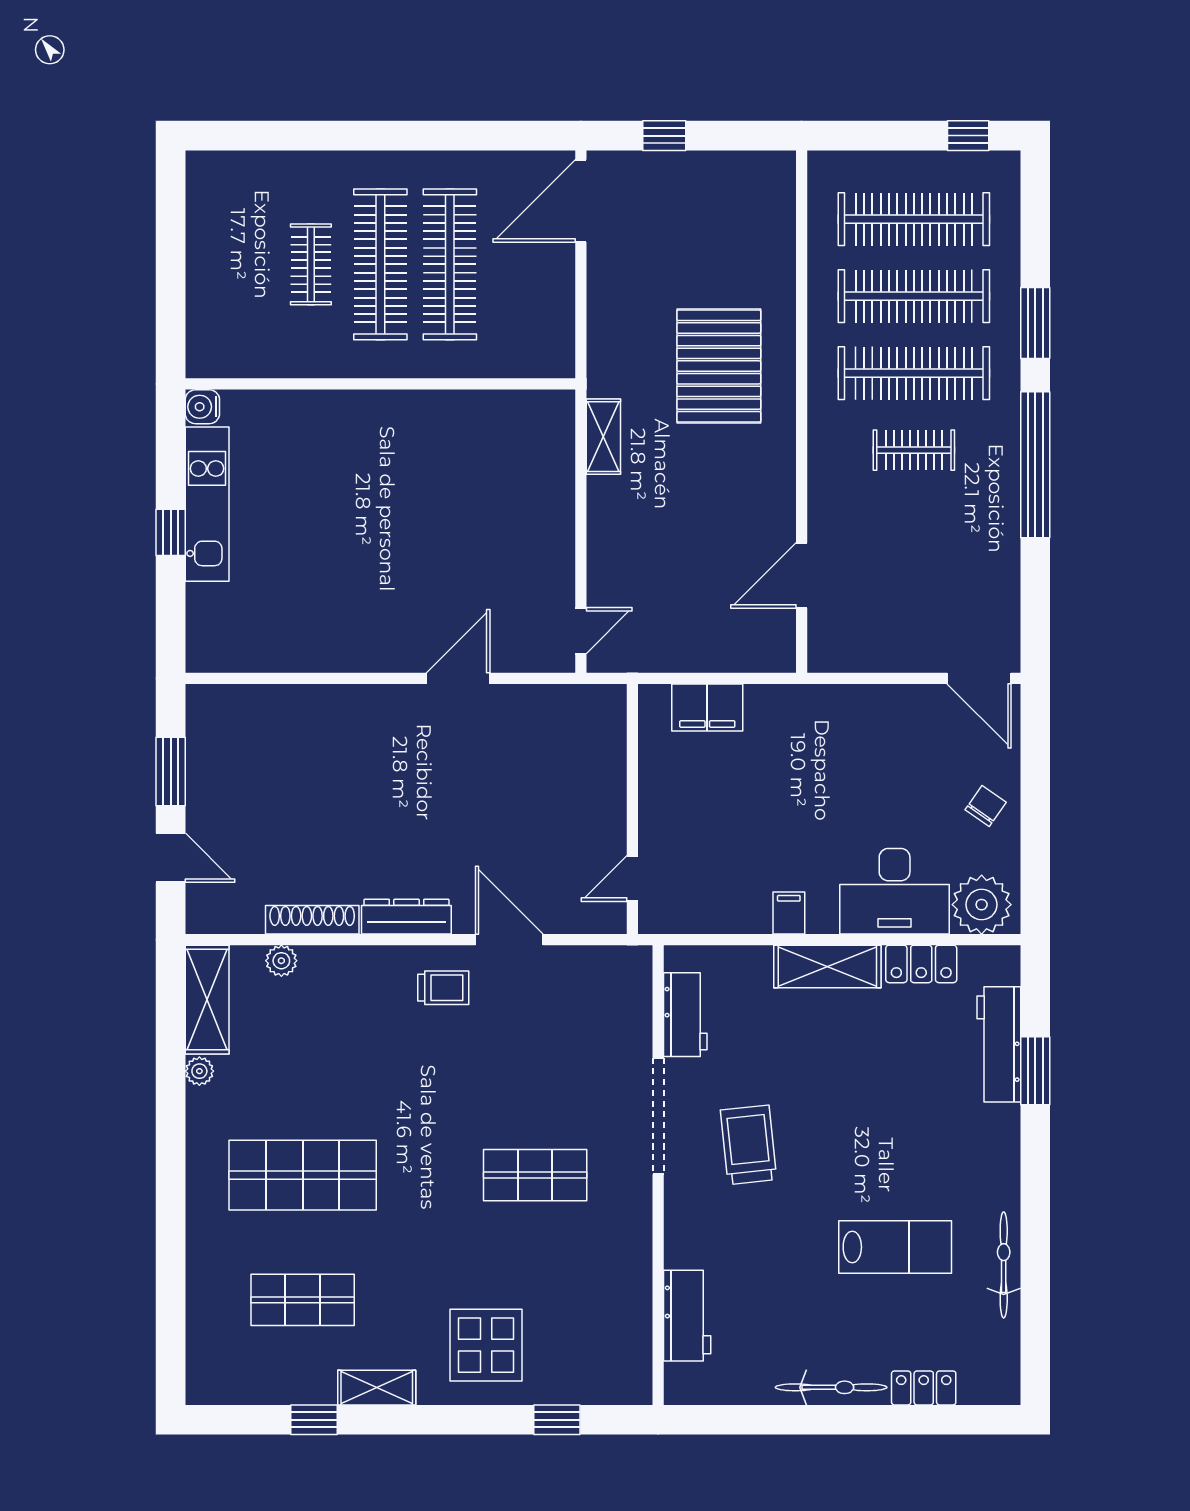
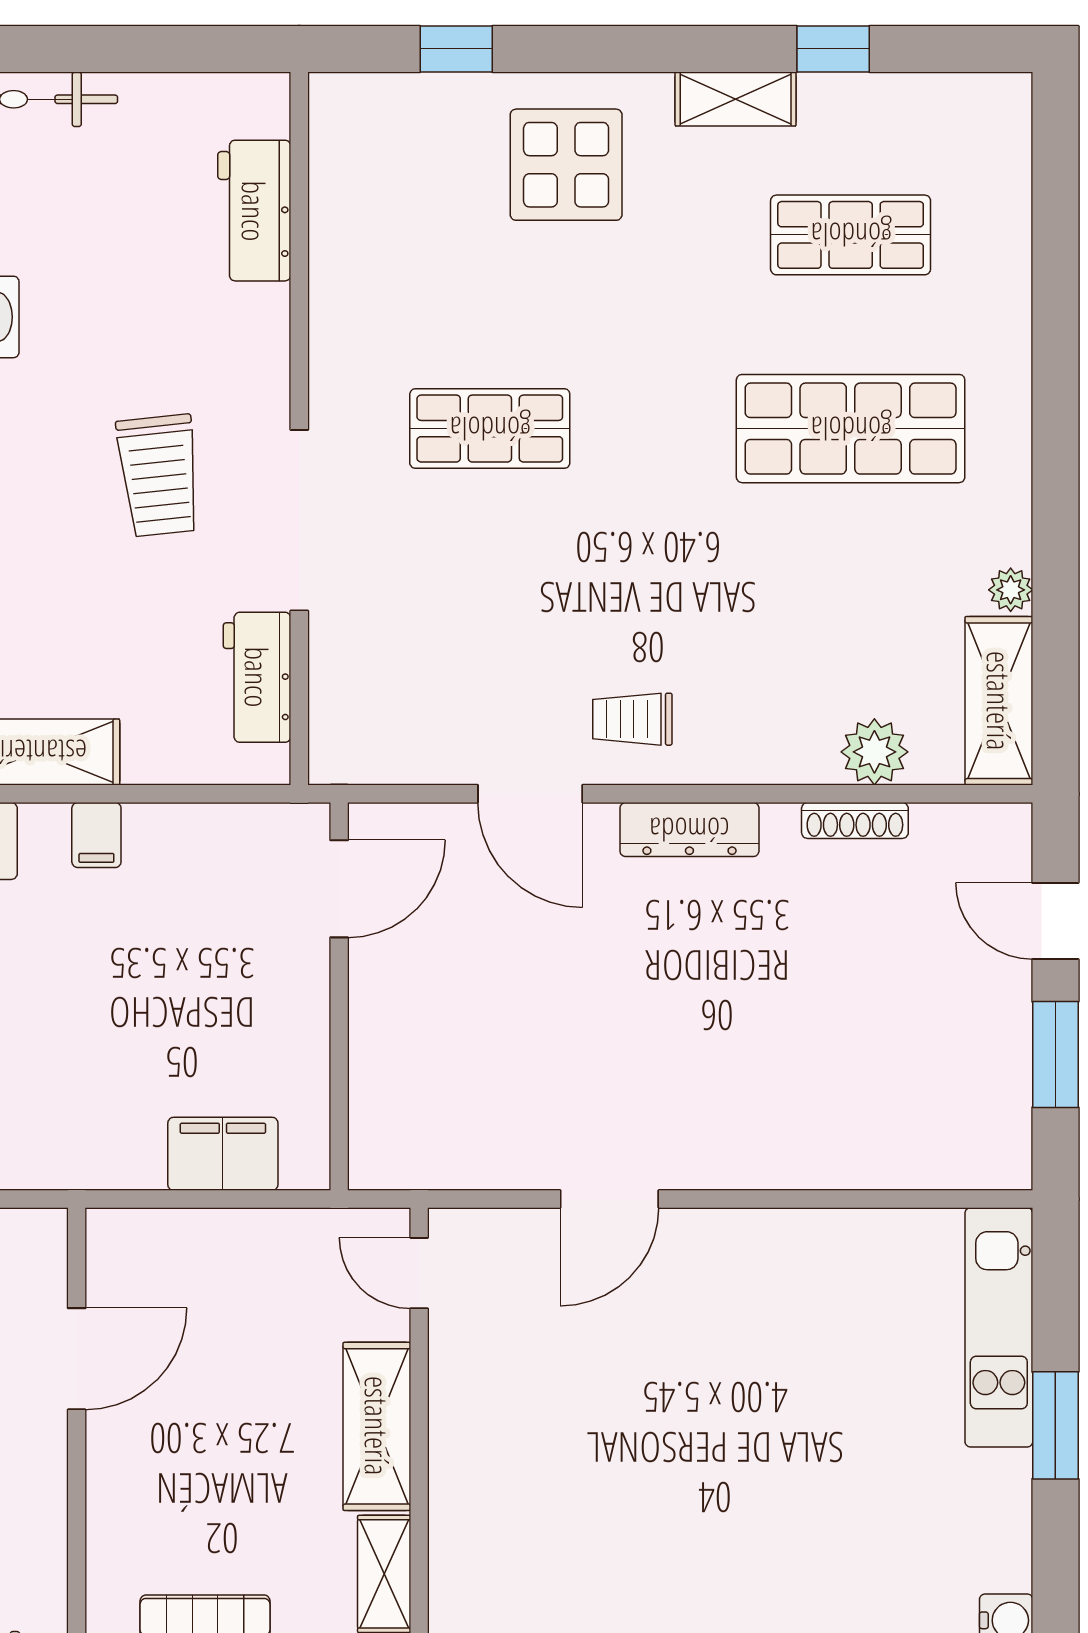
kitchen unit: (207, 504) -> (999, 1327), moved
window: (171, 532) -> (1055, 1425), width x1.50
shelving: (608, 532) -> (377, 1426), added
door: (581, 631) -> (419, 1273), hinge flipped
door: (632, 878) -> (339, 889), width x1.38
shoe rack: (312, 920) -> (855, 820), width x0.74, depth x0.81
plant: (281, 961) -> (874, 752), width x1.38, depth x1.38

